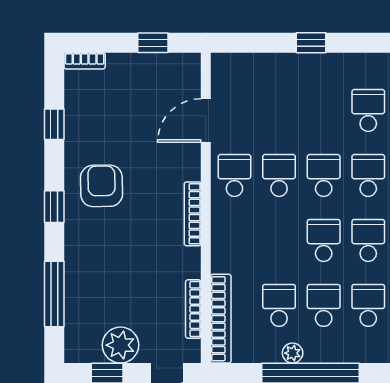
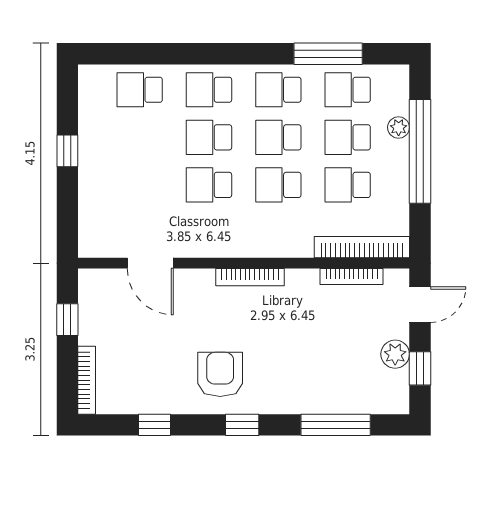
bookcase: (85, 61) -> (87, 380), width x1.56
school desk: (234, 175) -> (278, 185), moved
armchair: (102, 186) -> (220, 374), turned 91
plant: (120, 345) -> (395, 354), width x0.73, depth x0.73
plant: (293, 353) -> (399, 127), moved

